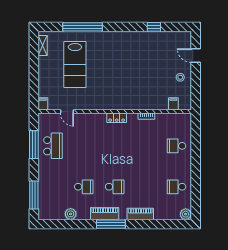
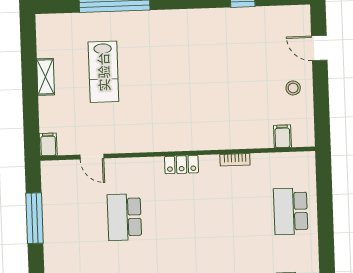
shelving: (43, 45) -> (46, 77), moved
lab bench: (75, 65) -> (103, 72), width x0.73, depth x0.72
school desk: (53, 146) -> (124, 217), moved, turned 180
school desk: (176, 146) -> (291, 211), width x1.85

